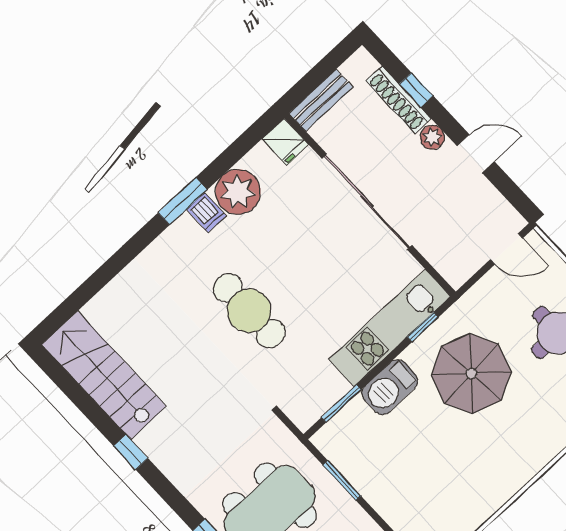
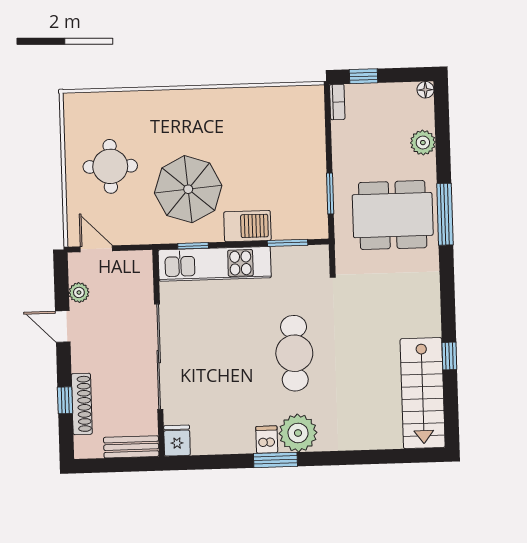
plant: (432, 137) -> (79, 292), moved
plant: (238, 192) -> (298, 433), moved
window: (131, 452) -> (449, 356), moved

